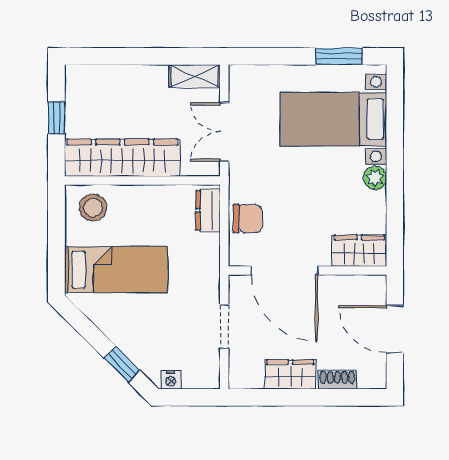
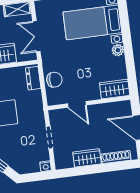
door: (284, 271) -> (77, 104), width x0.53
nightstand: (171, 380) -> (46, 166), moved
shoe rack: (337, 380) -> (116, 157), width x1.43

